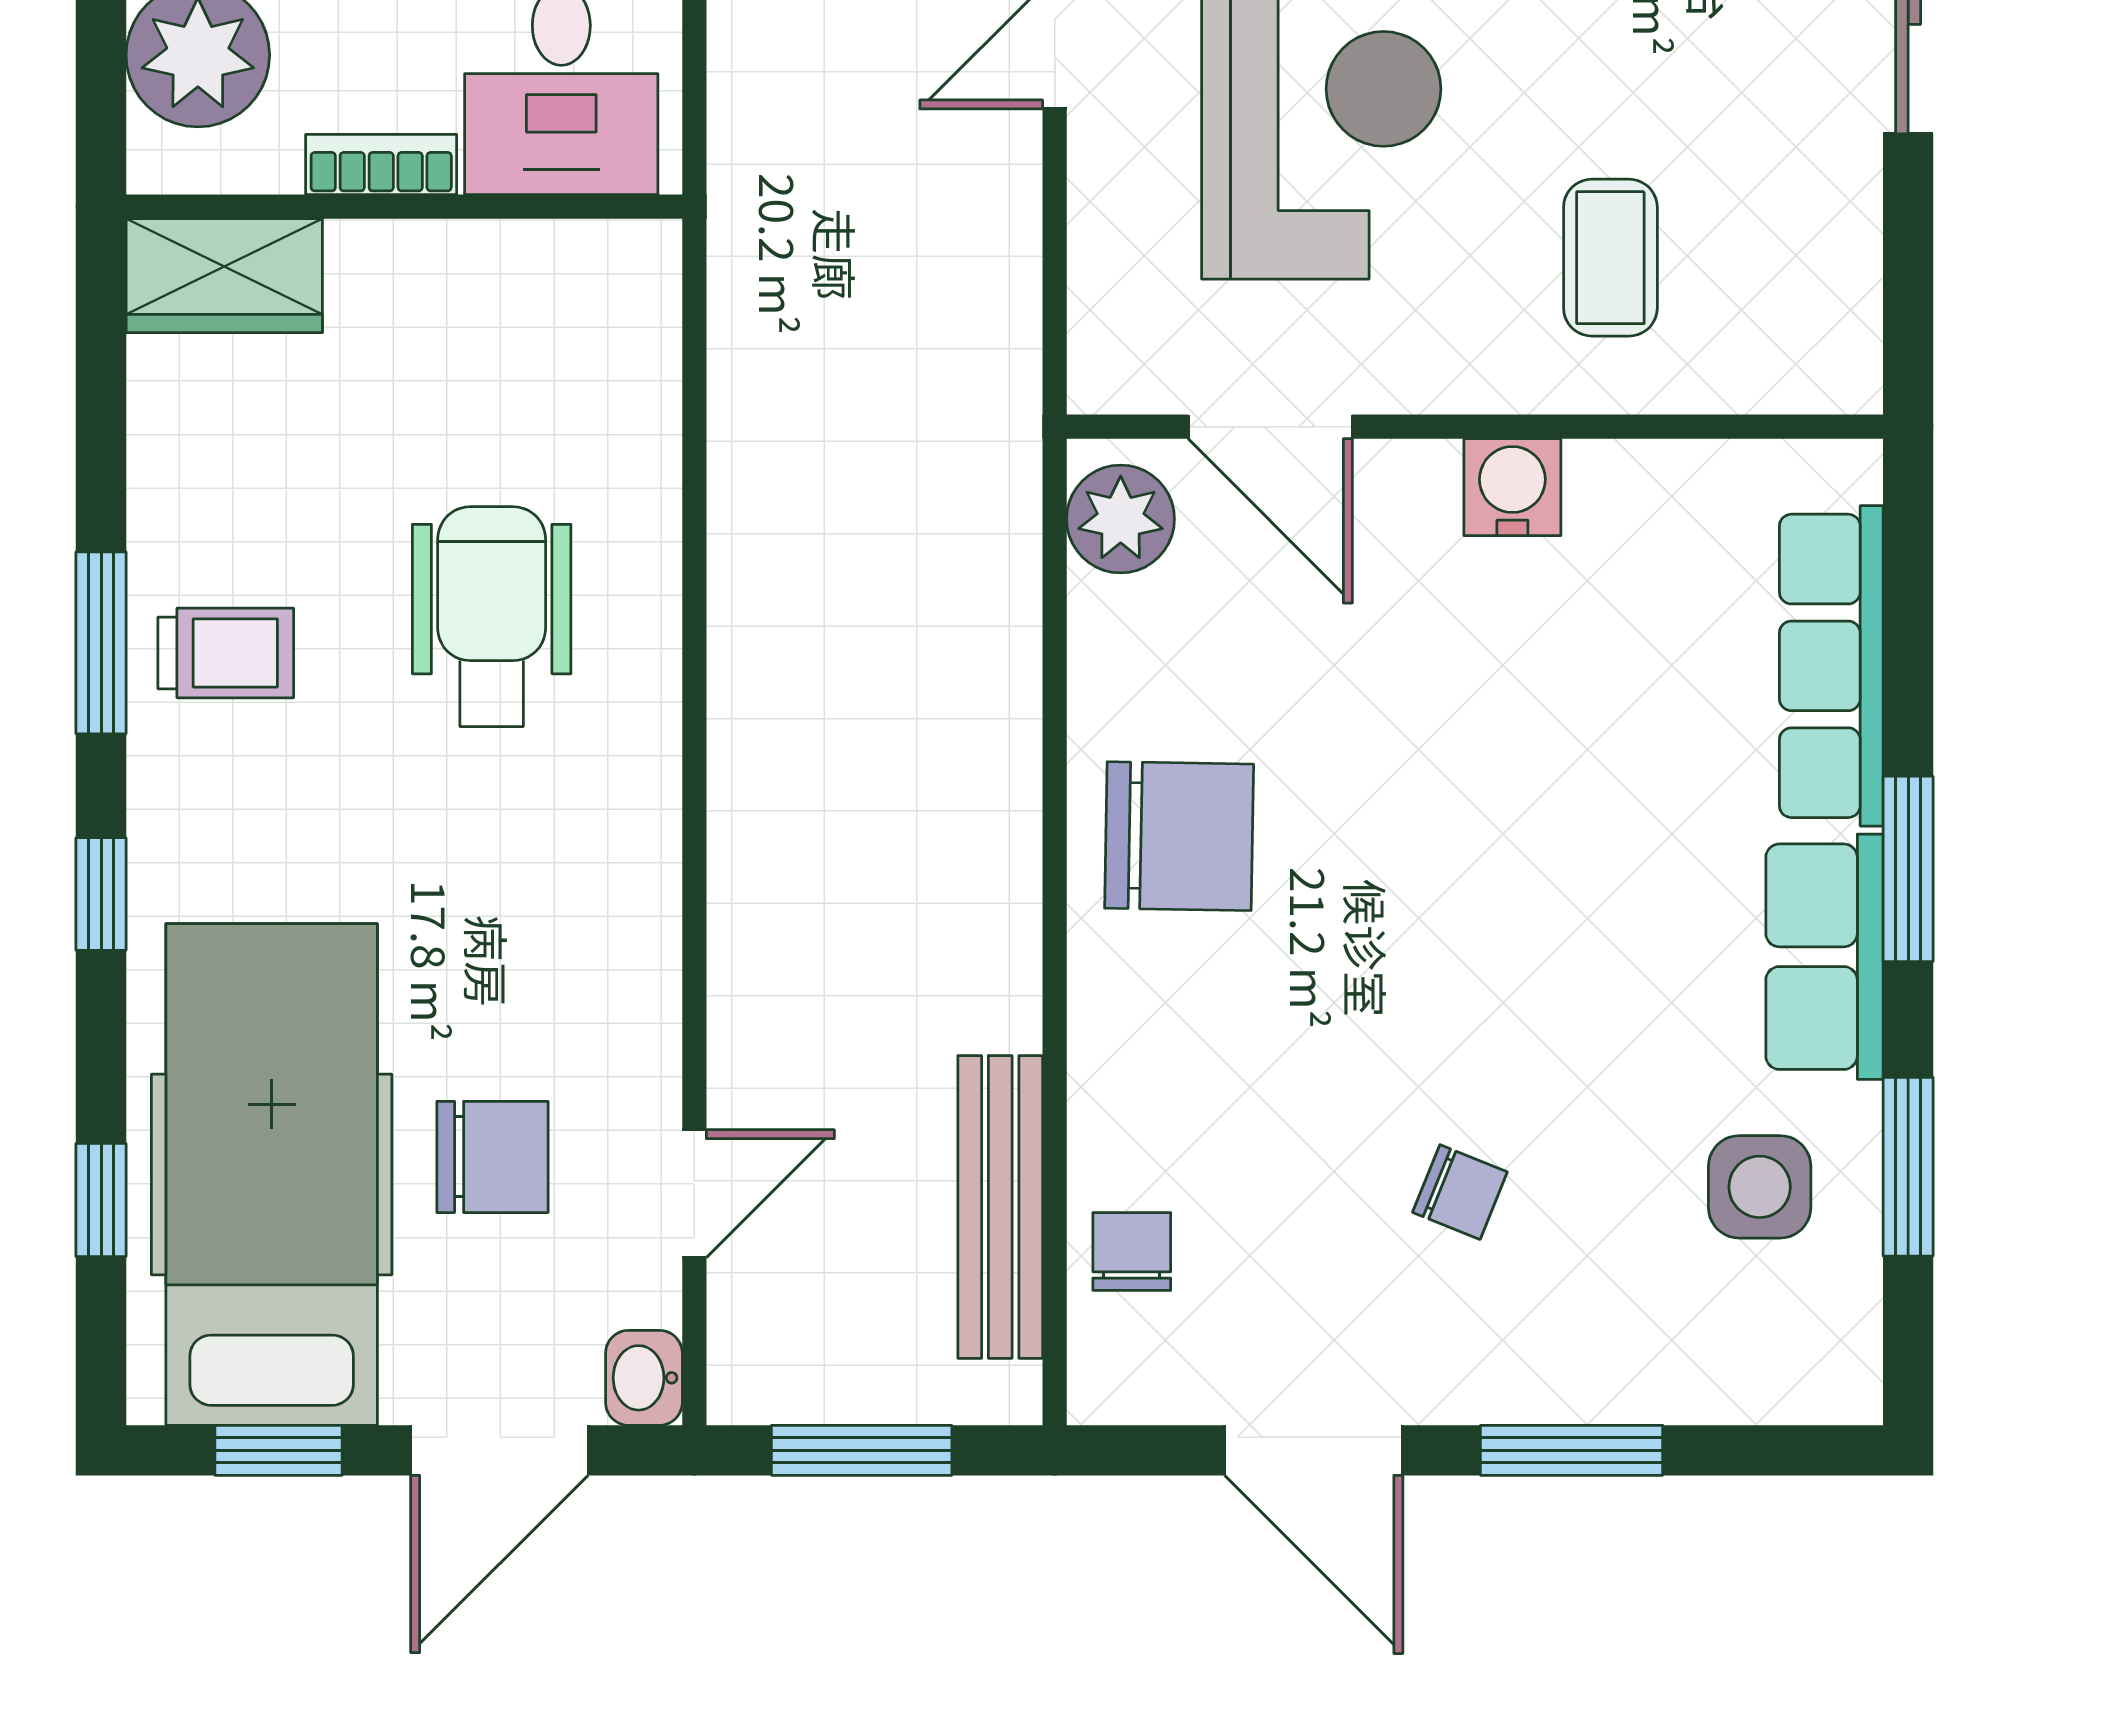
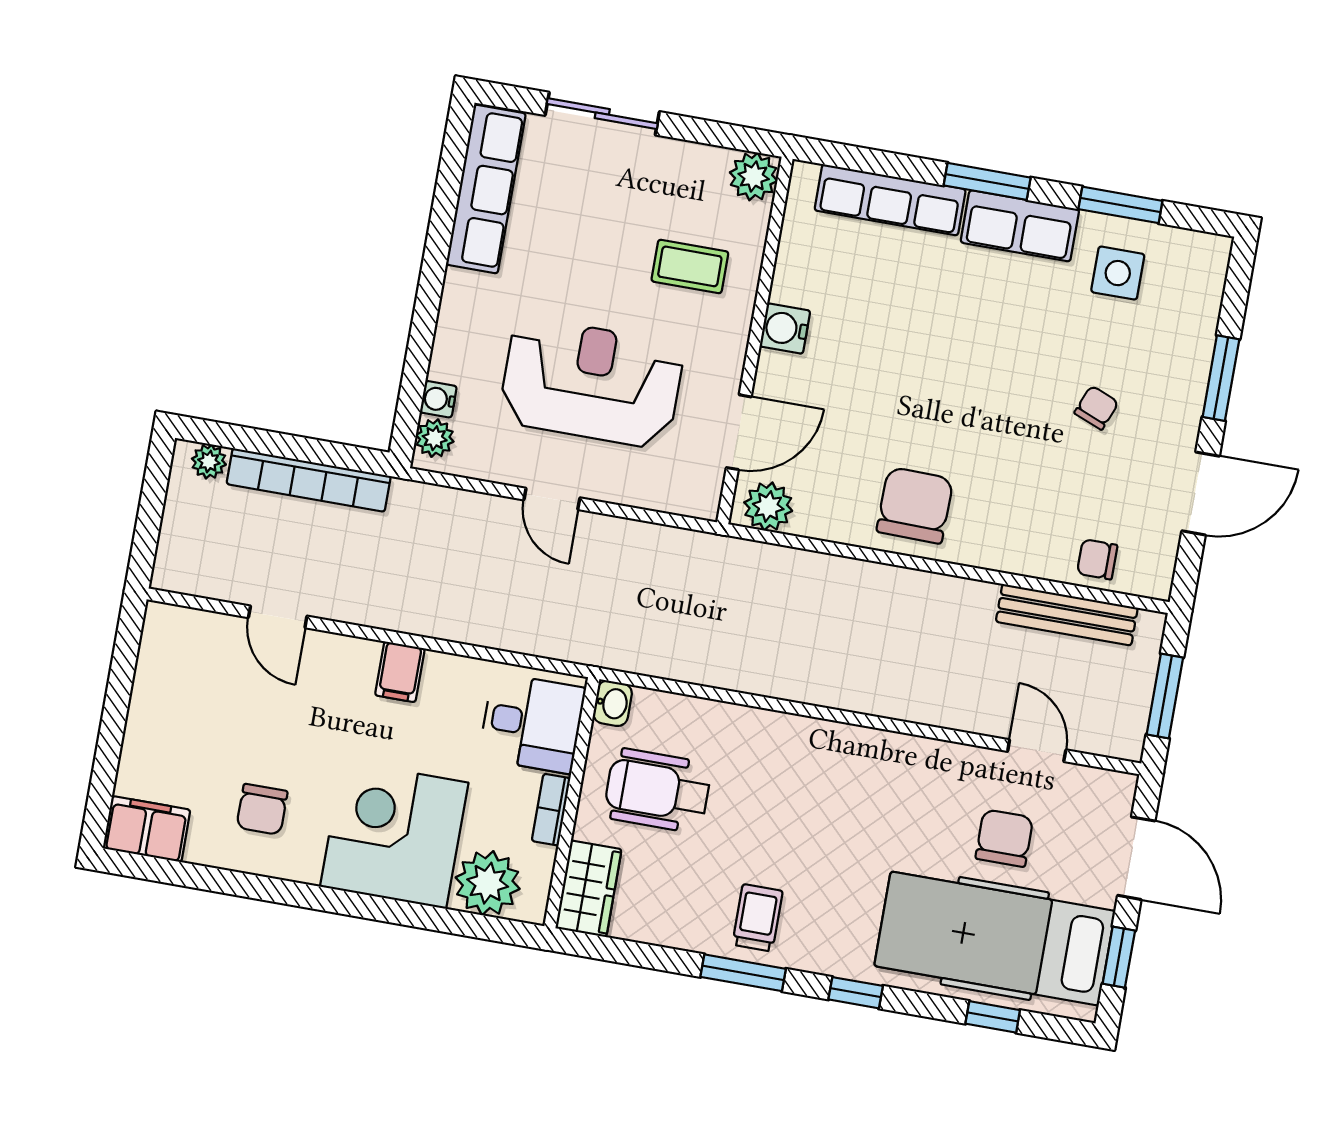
plant: (1830, 361) -> (754, 177), added
wheelchair: (492, 617) -> (657, 791), moved
washbasin: (644, 1378) -> (613, 703), moved, turned -90

